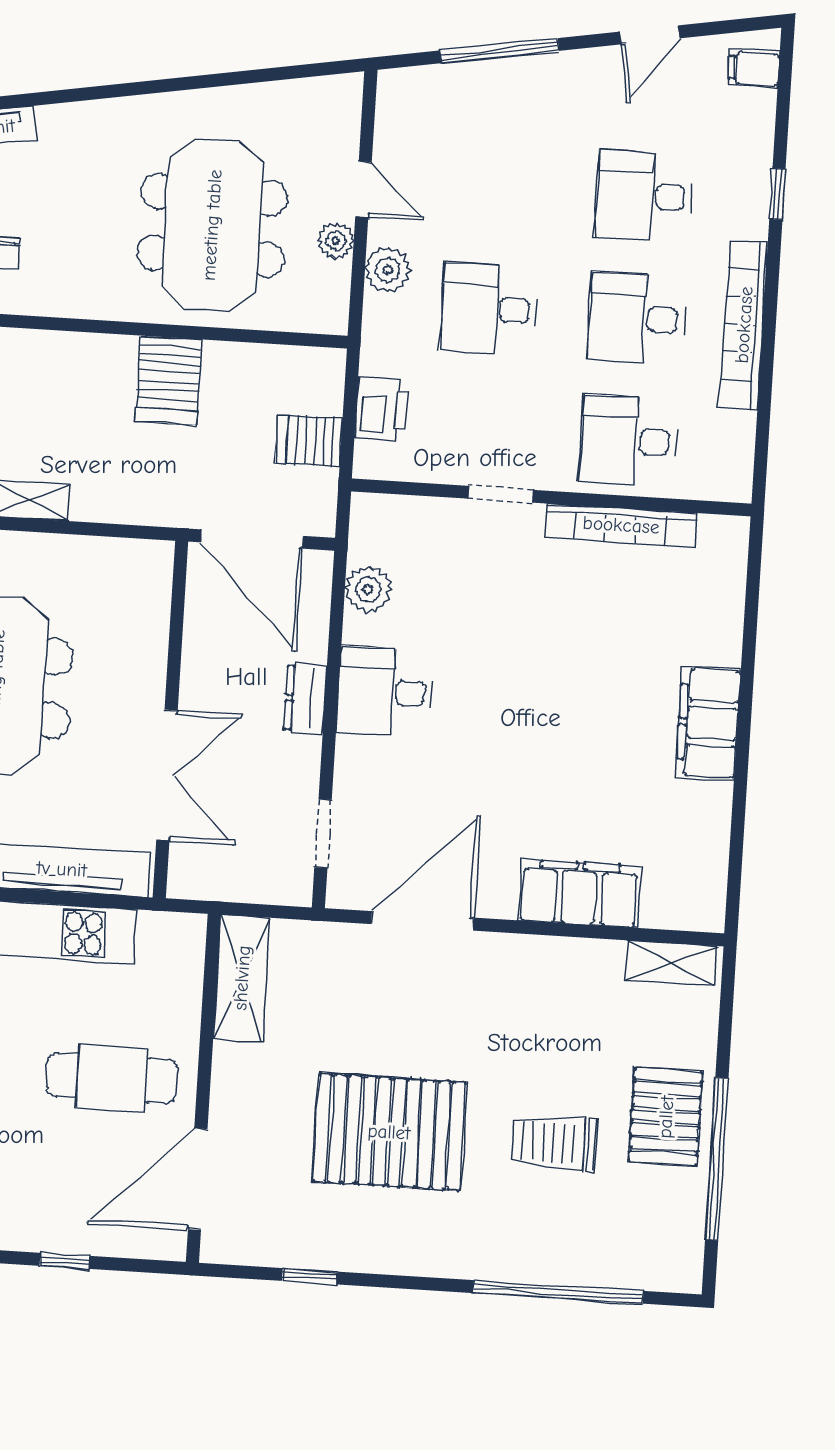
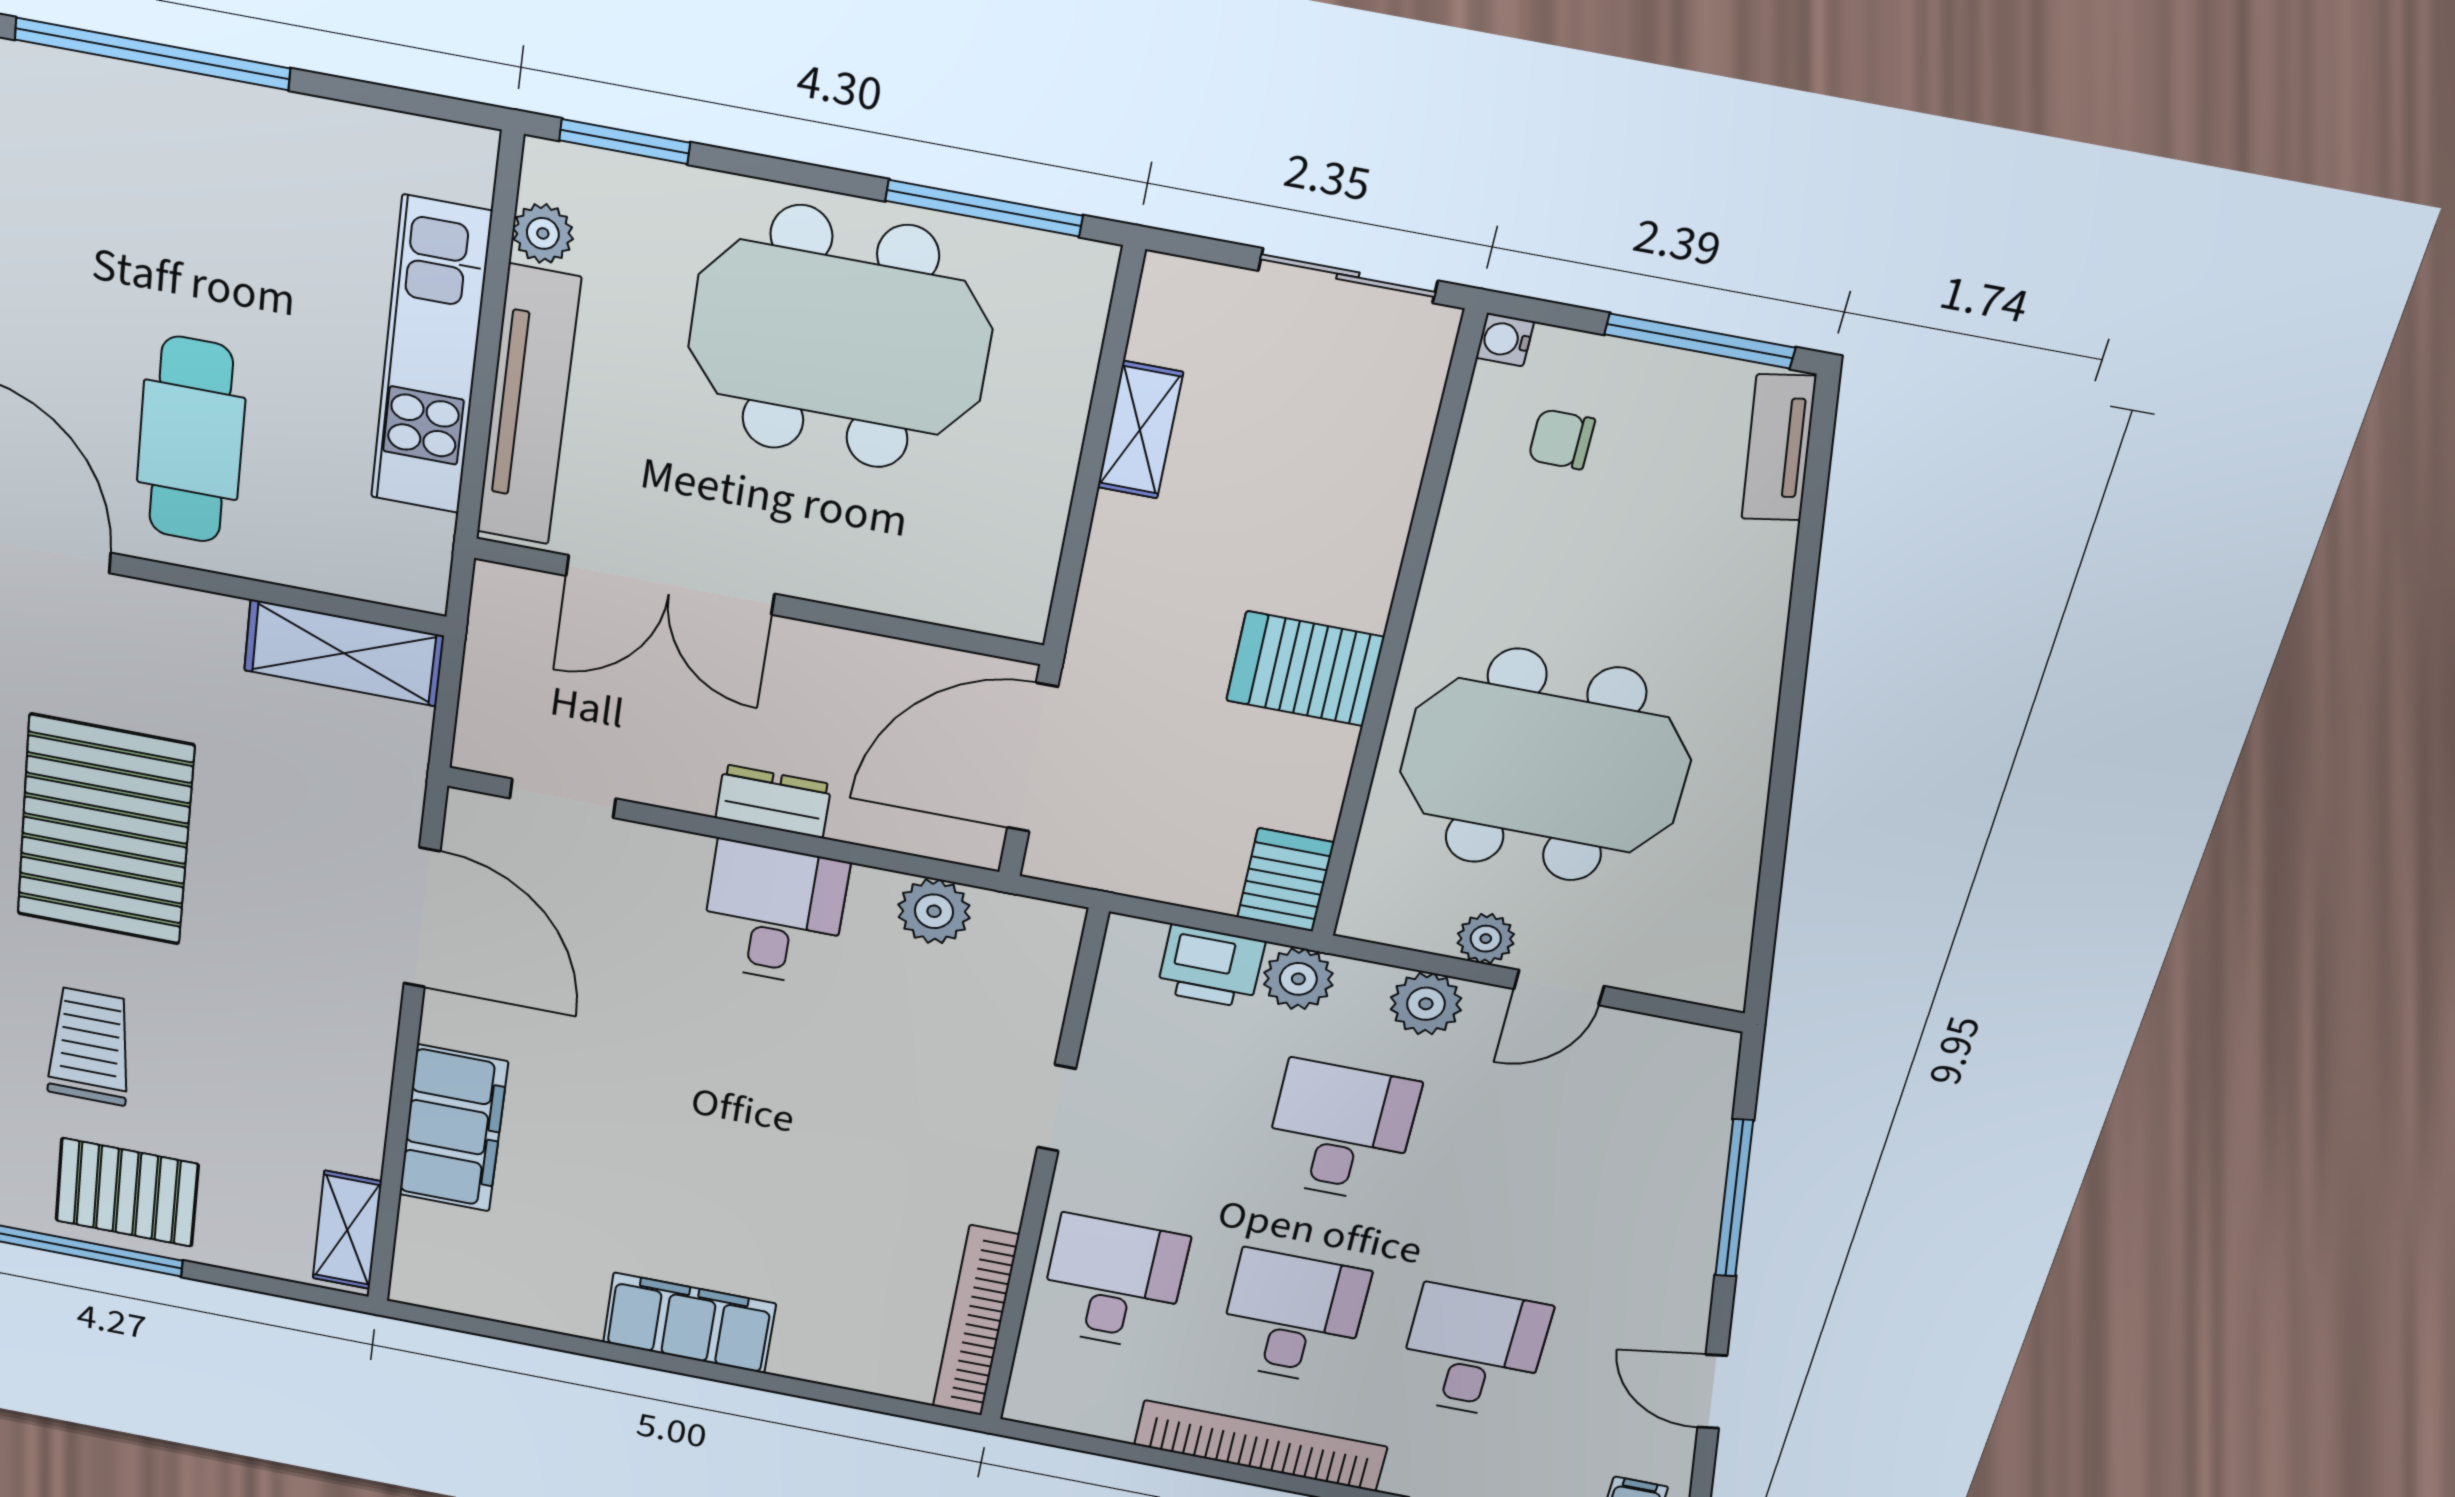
plant: (382, 353) -> (1298, 979), added
server rack: (309, 441) -> (1286, 880), moved
bookcase: (621, 525) -> (976, 1321), moved

